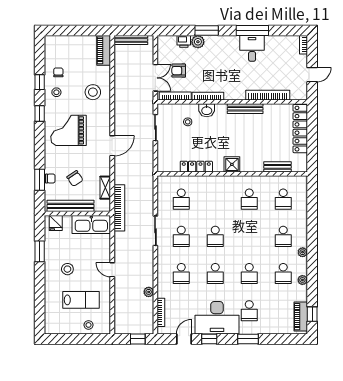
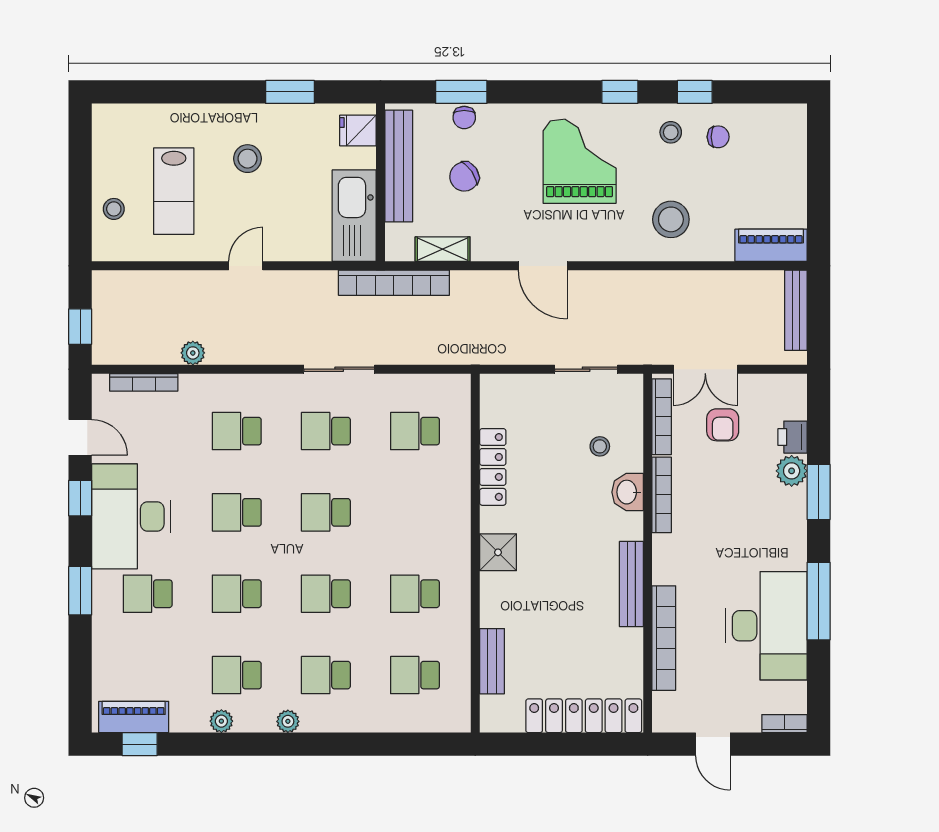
desk: (252, 48) -> (766, 626), width x1.87, depth x1.30
armchair: (179, 71) -> (723, 425), turned 180
school desk: (249, 236) -> (326, 594), added

